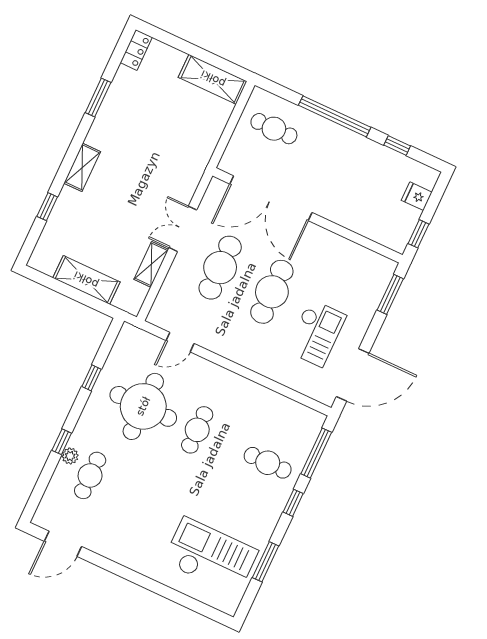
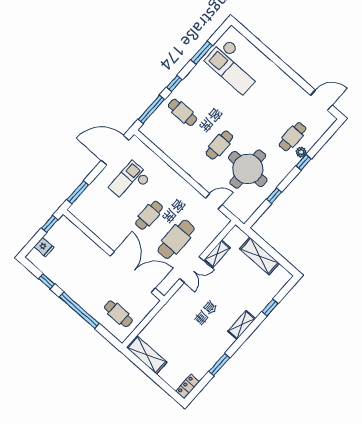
cafe table: (272, 292) -> (149, 215), width x0.73, depth x0.74

